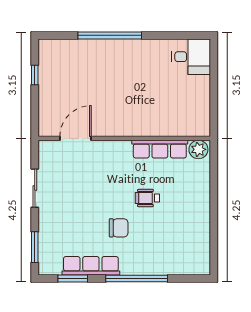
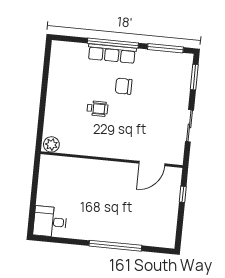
window: (35, 75) -> (183, 194), moved
row of seats: (160, 149) -> (83, 148), removed
row of seats: (91, 266) -> (112, 54), moved
window: (73, 278) -> (165, 48), width x1.44

